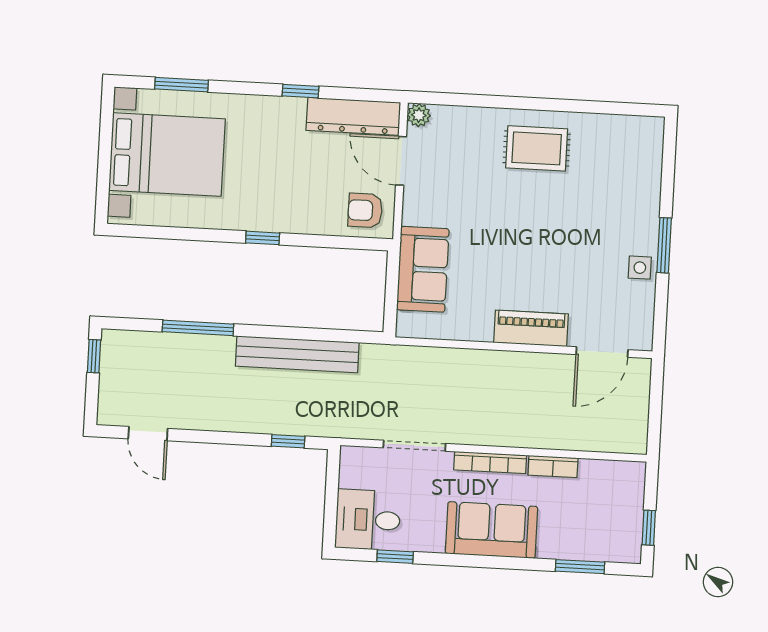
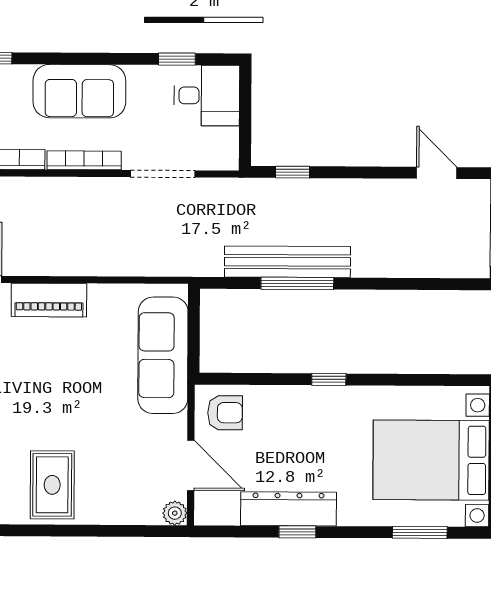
dresser: (353, 116) -> (288, 509), moved
rug: (537, 148) -> (52, 485), turned 90
sofa: (423, 269) -> (163, 355), width x1.36
window: (198, 328) -> (297, 283), moved

